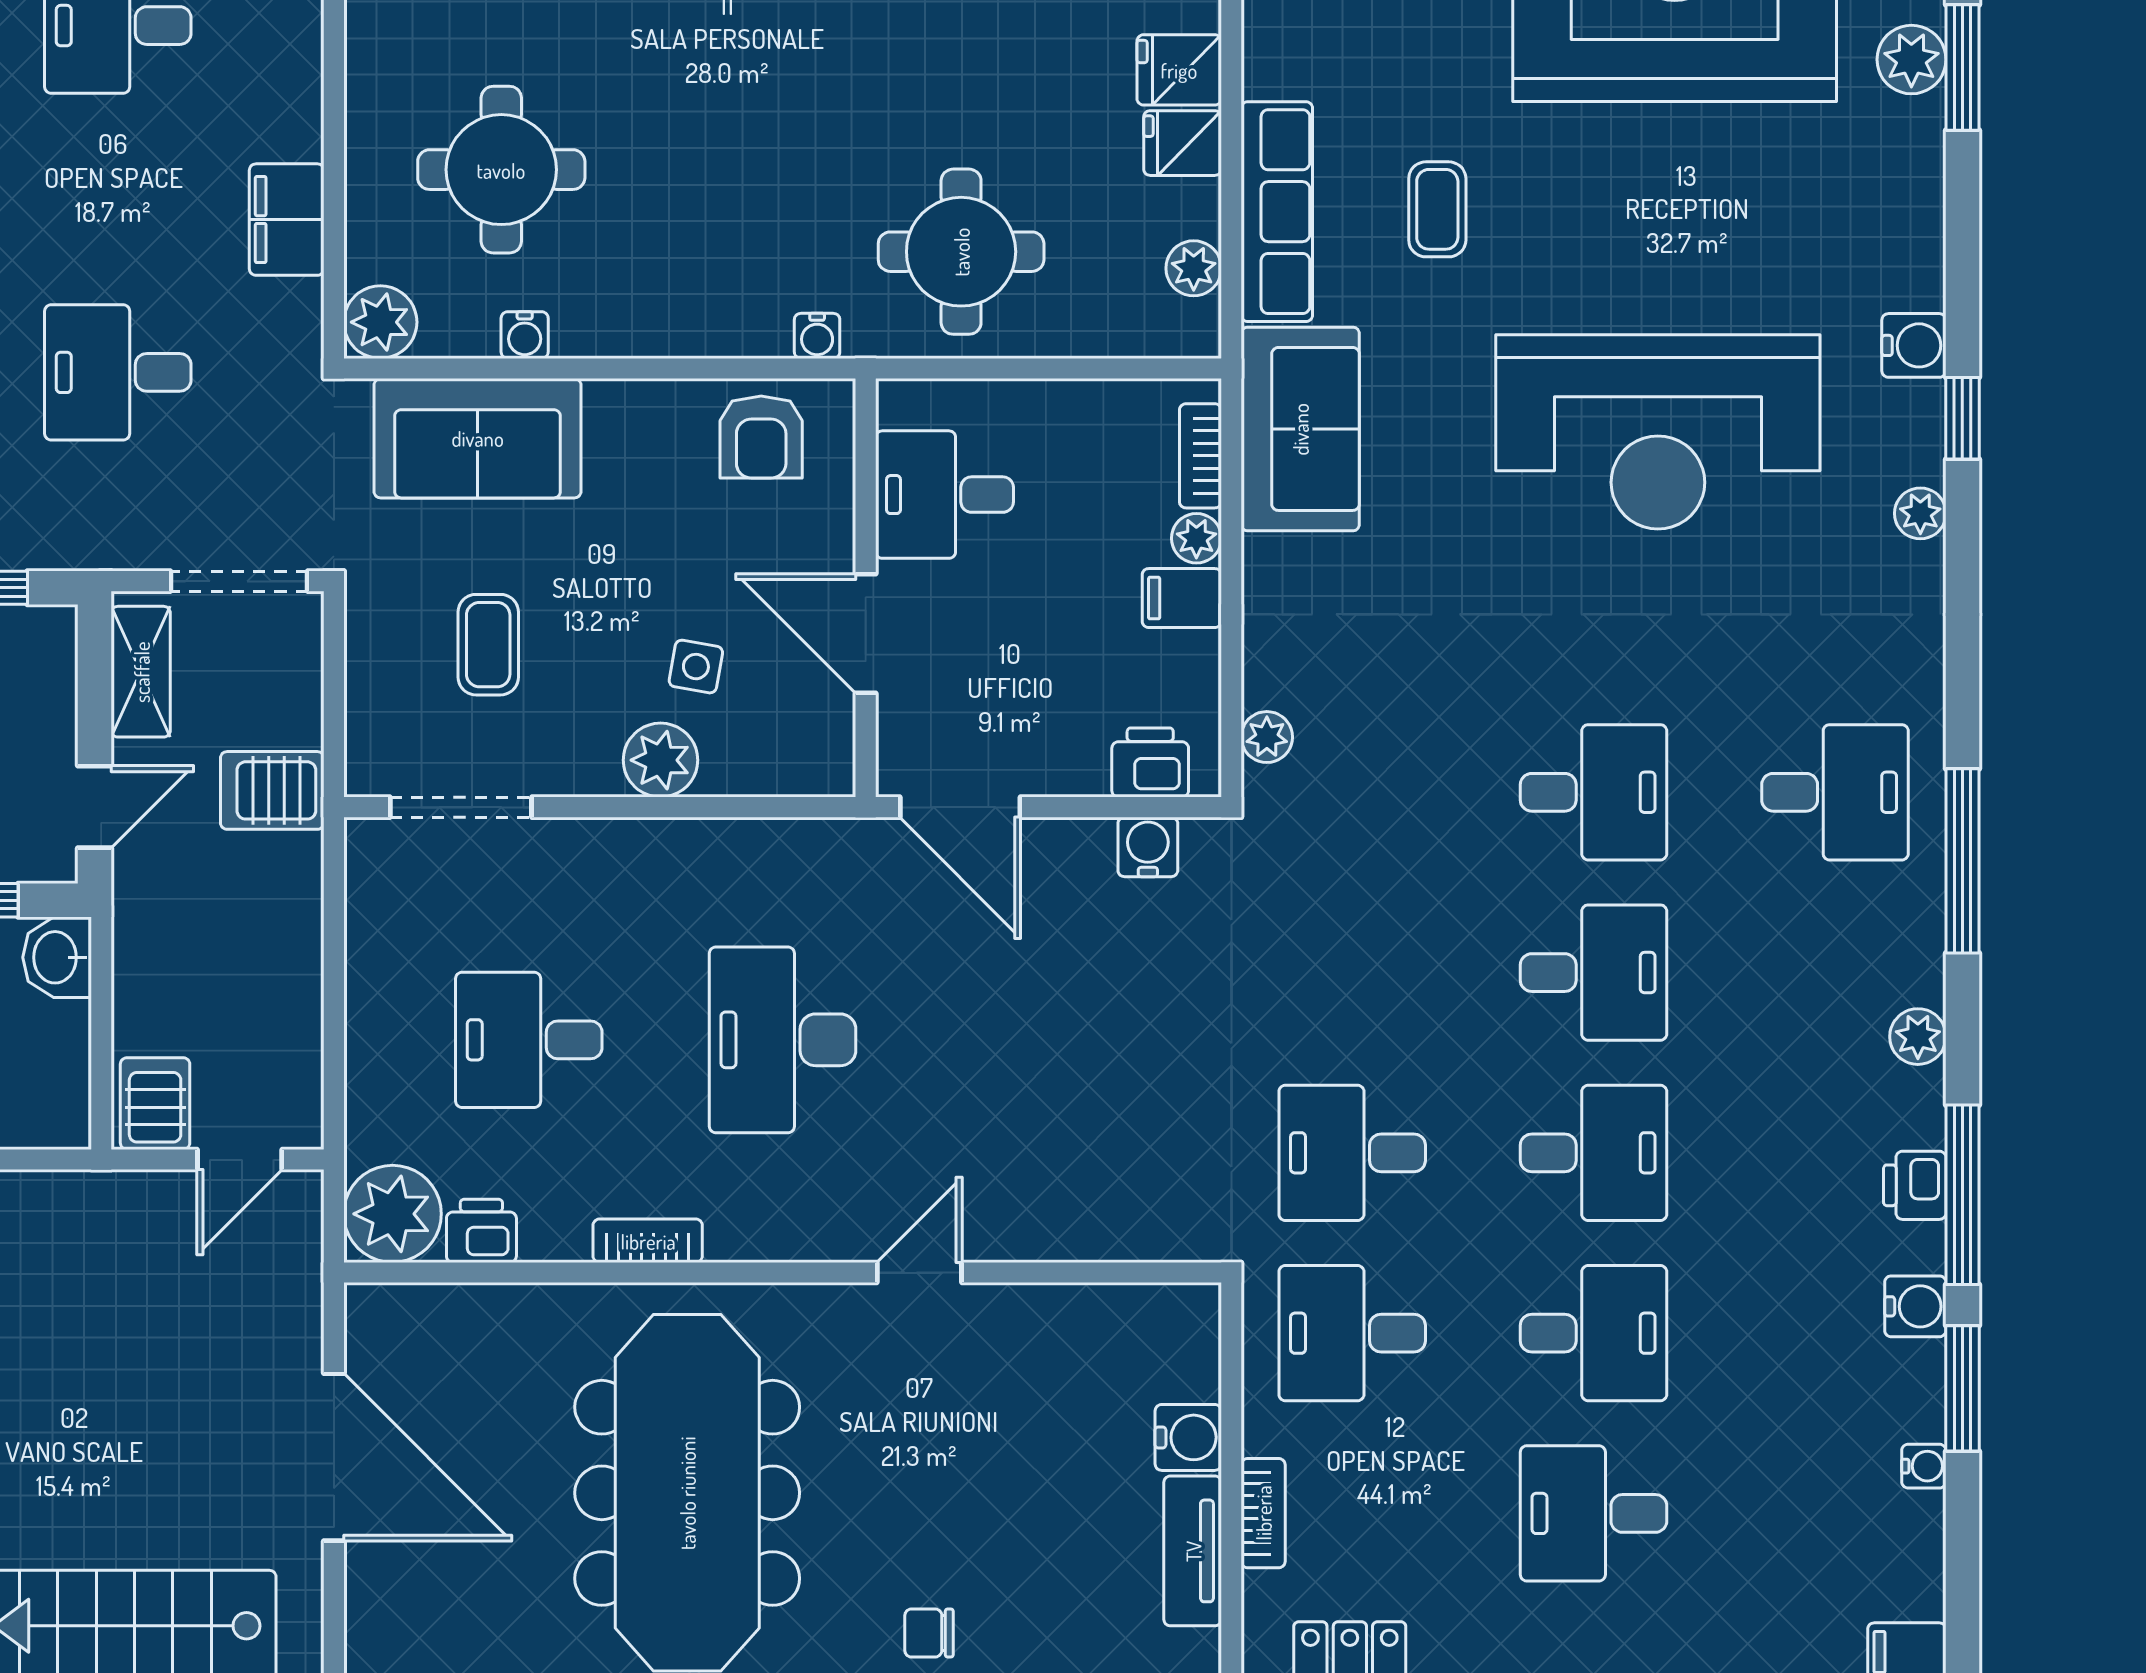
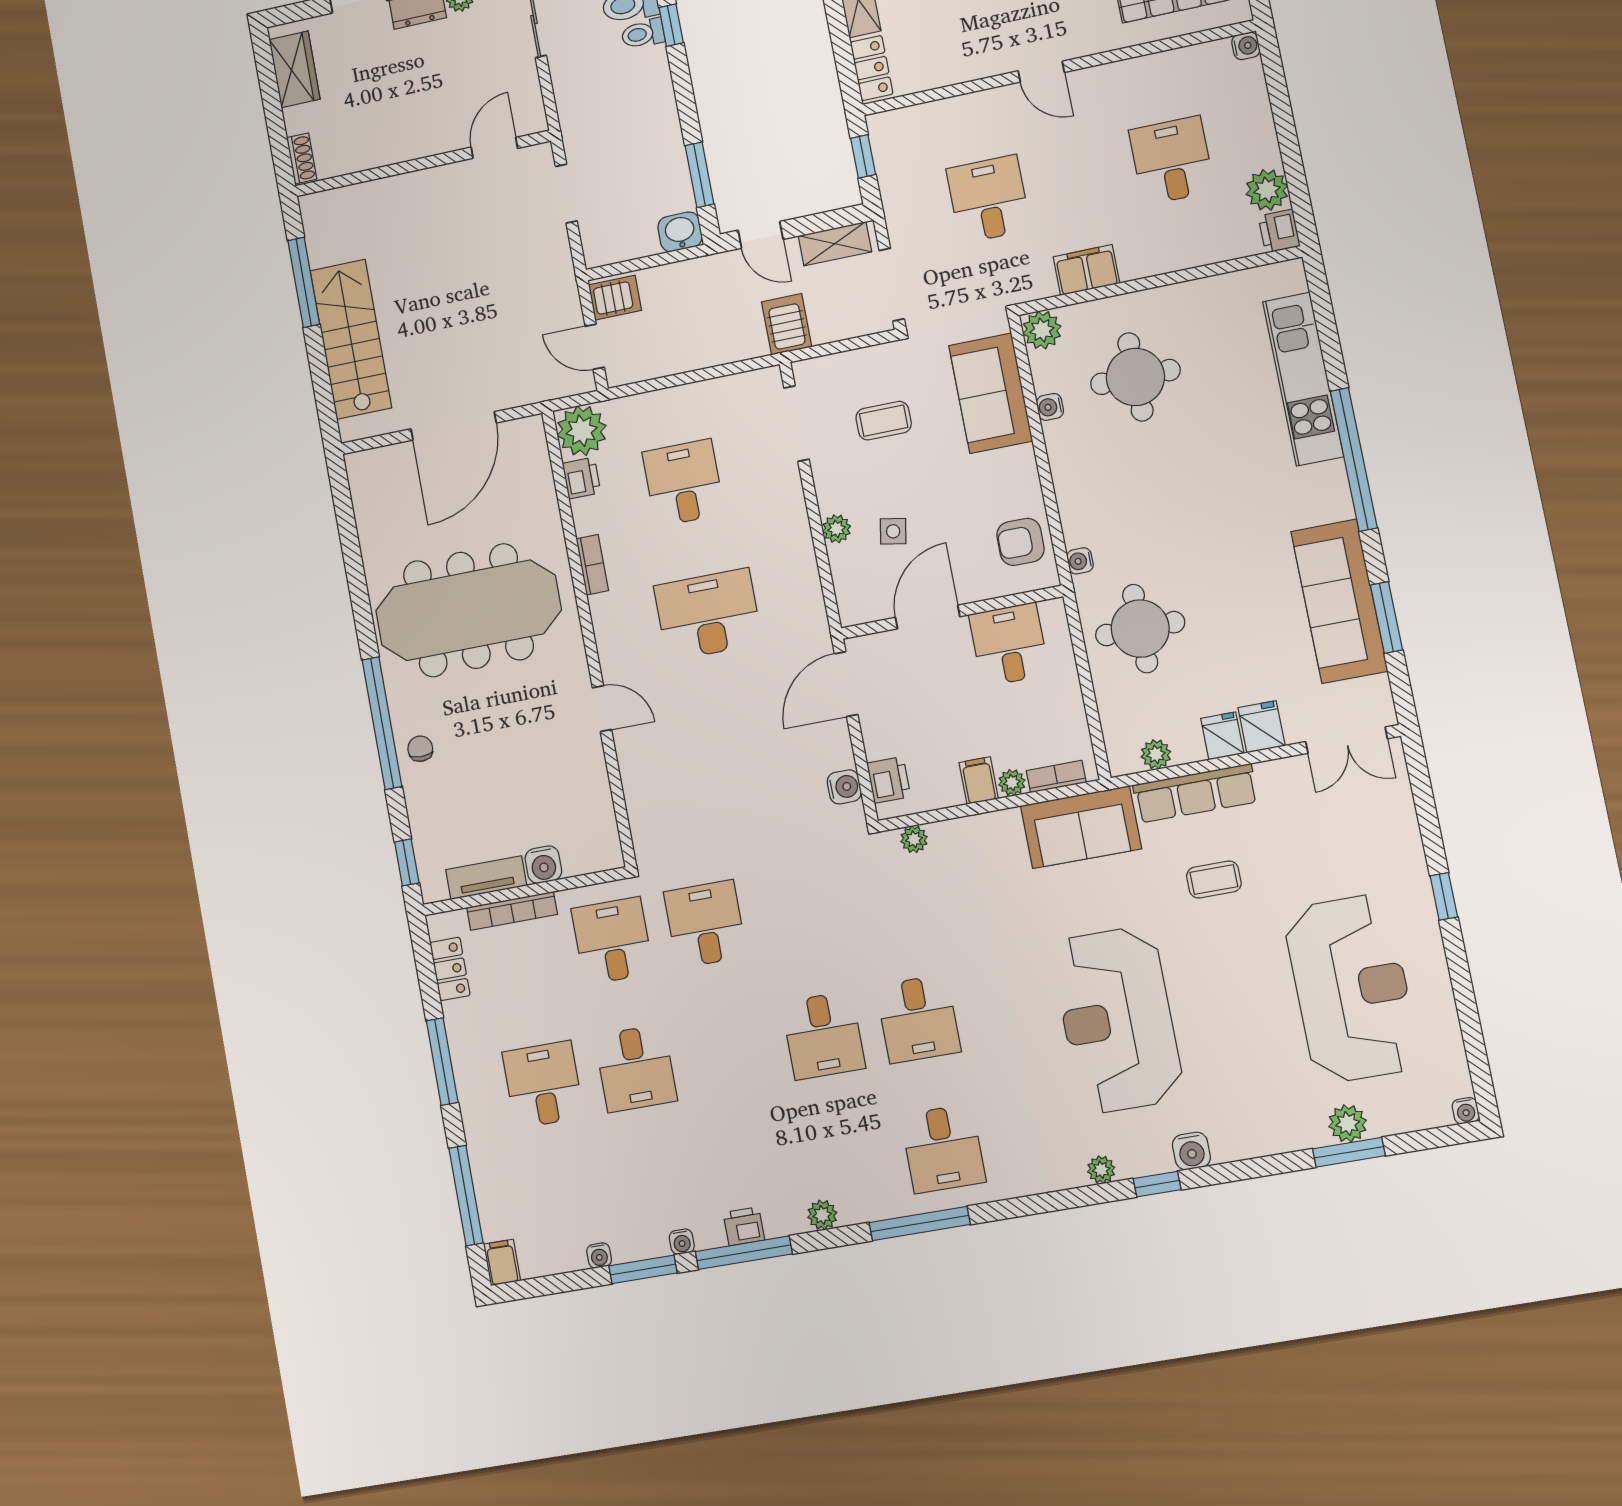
plant: (661, 760) -> (837, 529), width x0.73, depth x0.73
desk: (1594, 1153) -> (729, 1052), removed
water cooler: (1915, 1306) -> (682, 1242), width x0.72, depth x0.72
bookcase: (1263, 1513) -> (512, 911), width x1.56

